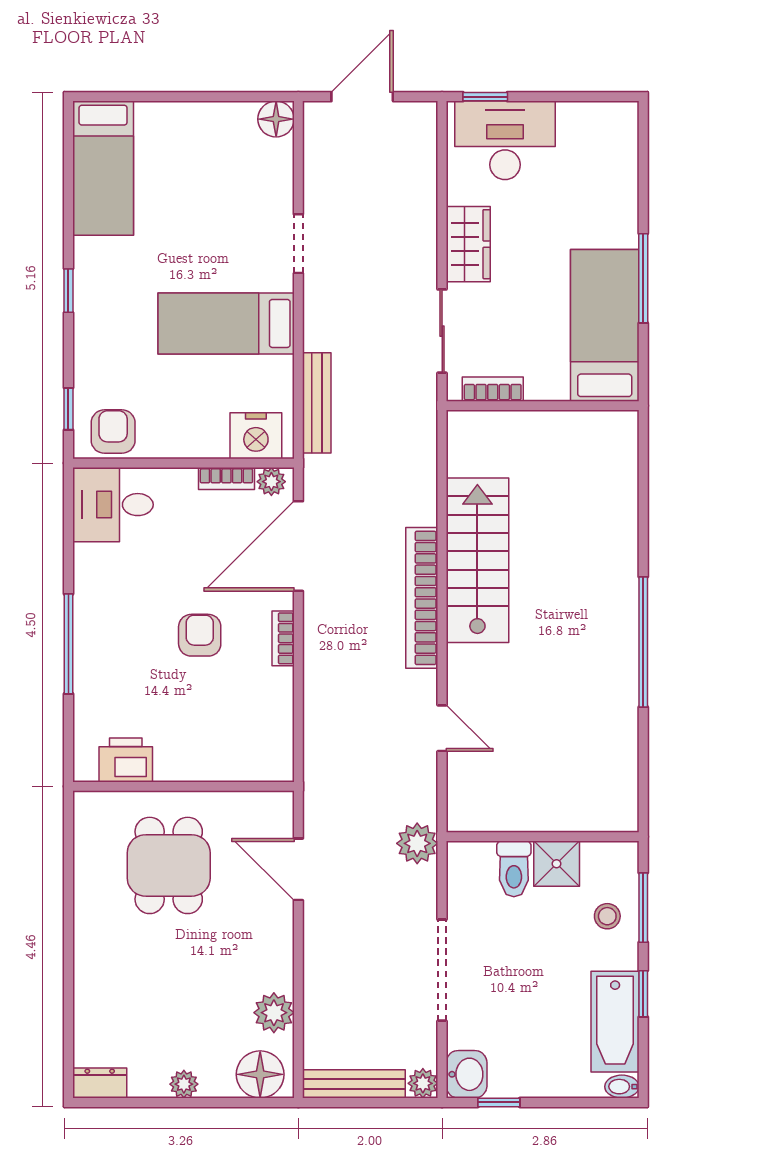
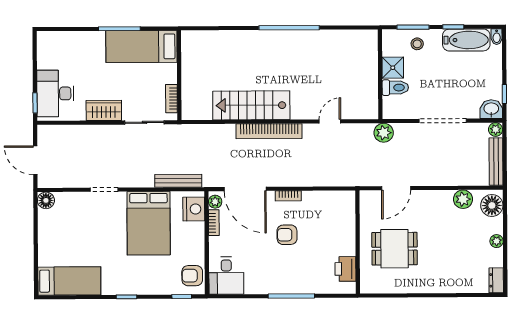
bed: (226, 323) -> (149, 223), width x1.50

